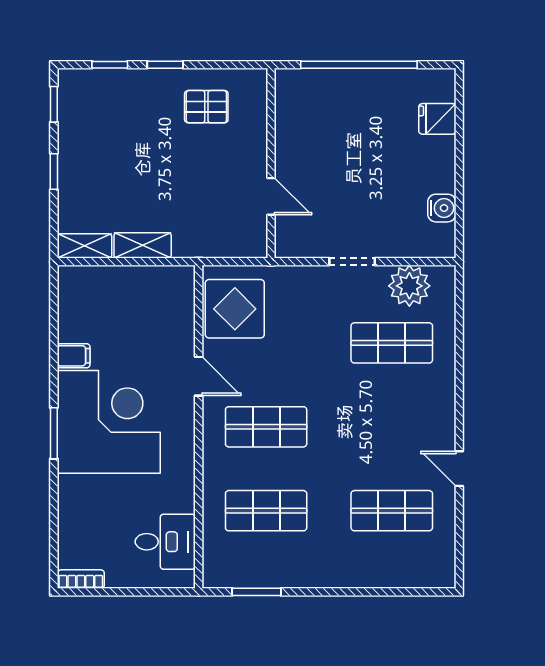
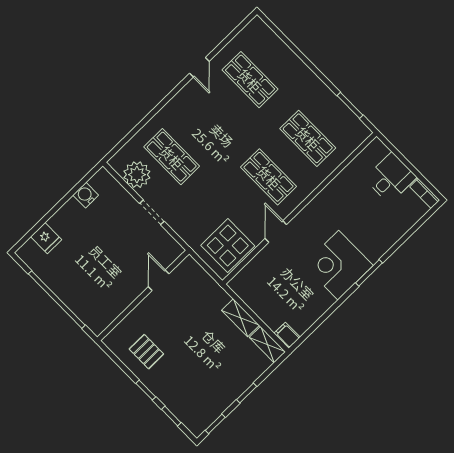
filing cabinet: (74, 356) -> (287, 335), moved
corner desk: (109, 422) -> (338, 265), width x0.74, depth x0.74
desk: (165, 542) -> (391, 178), moved, turned 90

